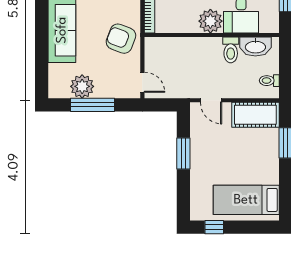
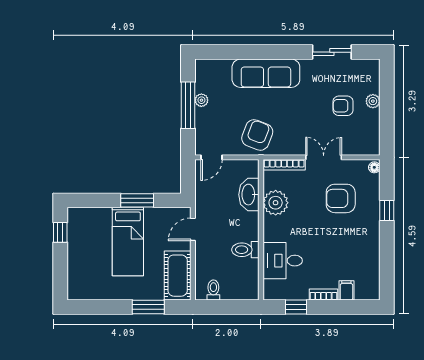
plant: (210, 21) -> (276, 203), moved
washbasin: (255, 47) -> (249, 195), moved
plant: (82, 86) -> (201, 100), width x0.53, depth x0.53
bed: (246, 200) -> (128, 242), moved, turned 180

